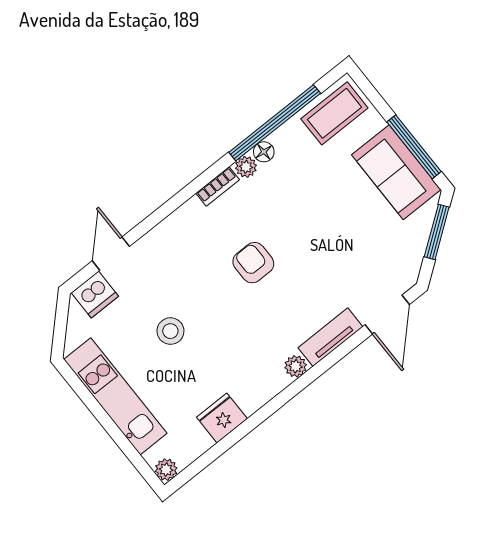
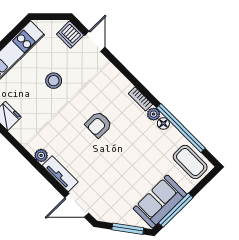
door: (111, 254) -> (95, 41), hinge flipped
armchair: (253, 263) -> (99, 124), turned 180

